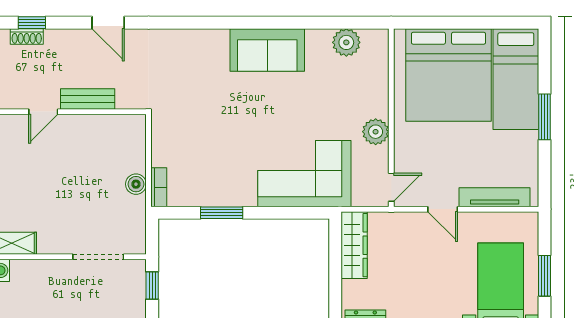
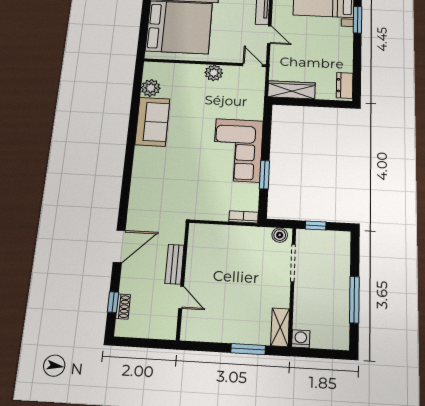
door: (108, 23) -> (119, 246), width x1.38
sofa: (267, 50) -> (152, 122), moved
corner sofa: (304, 174) -> (238, 150), moved
boiler: (136, 184) -> (280, 235), moved
door: (443, 209) -> (269, 35), hinge flipped

